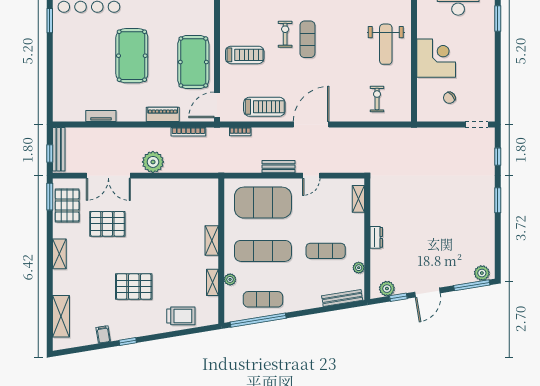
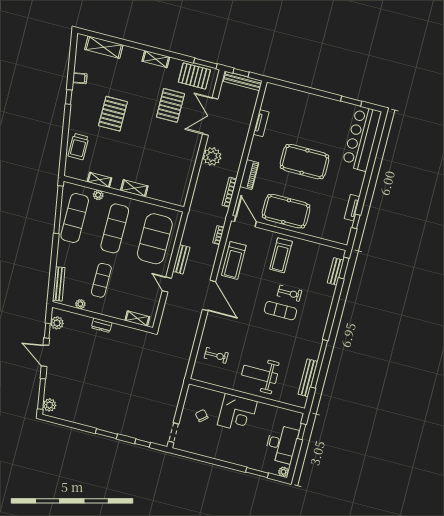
exercise mat: (263, 299) -> (75, 218), width x1.36, depth x1.45

